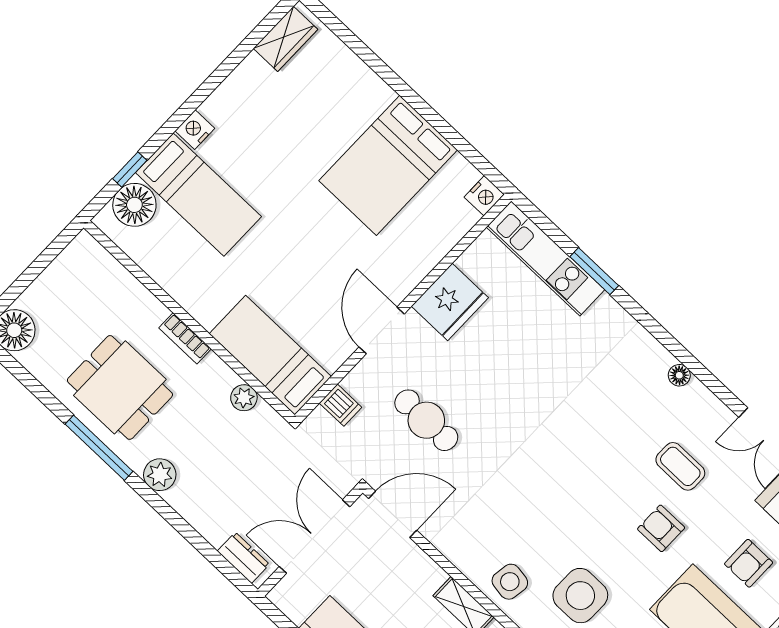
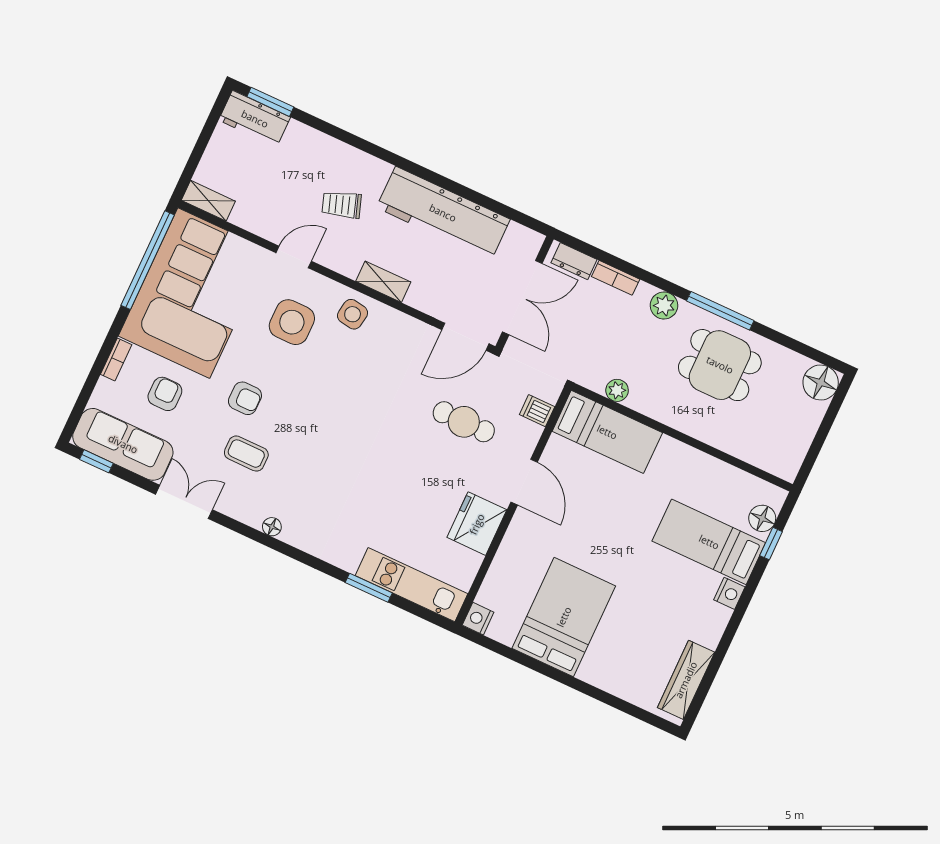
wardrobe: (285, 39) -> (686, 680), width x1.50
floor lamp: (134, 205) -> (762, 518), width x0.73, depth x0.73
bookcase: (185, 338) -> (616, 278), moved, turned 180

